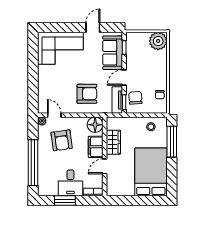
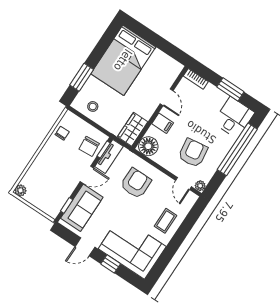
window: (68, 27) -> (111, 264), added
plant: (158, 41) -> (20, 190), width x0.53, depth x0.53
coffee table: (50, 82) -> (166, 221), added
armchair: (87, 94) -> (136, 183), turned 90
wardrobe: (113, 142) -> (133, 129), moved
window: (172, 142) -> (82, 77), width x0.69
filing cabinet: (96, 147) -> (163, 123), width x0.50
door: (105, 166) -> (167, 97), hinge flipped
desk: (70, 183) -> (234, 118), moved

